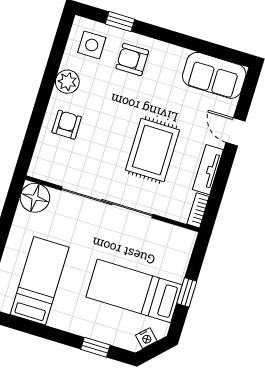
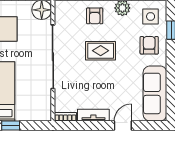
sofa: (214, 75) -> (155, 93), width x1.36
armchair: (67, 125) -> (95, 16), turned 90
rug: (152, 150) -> (101, 51), moved, width x0.73, depth x0.70

